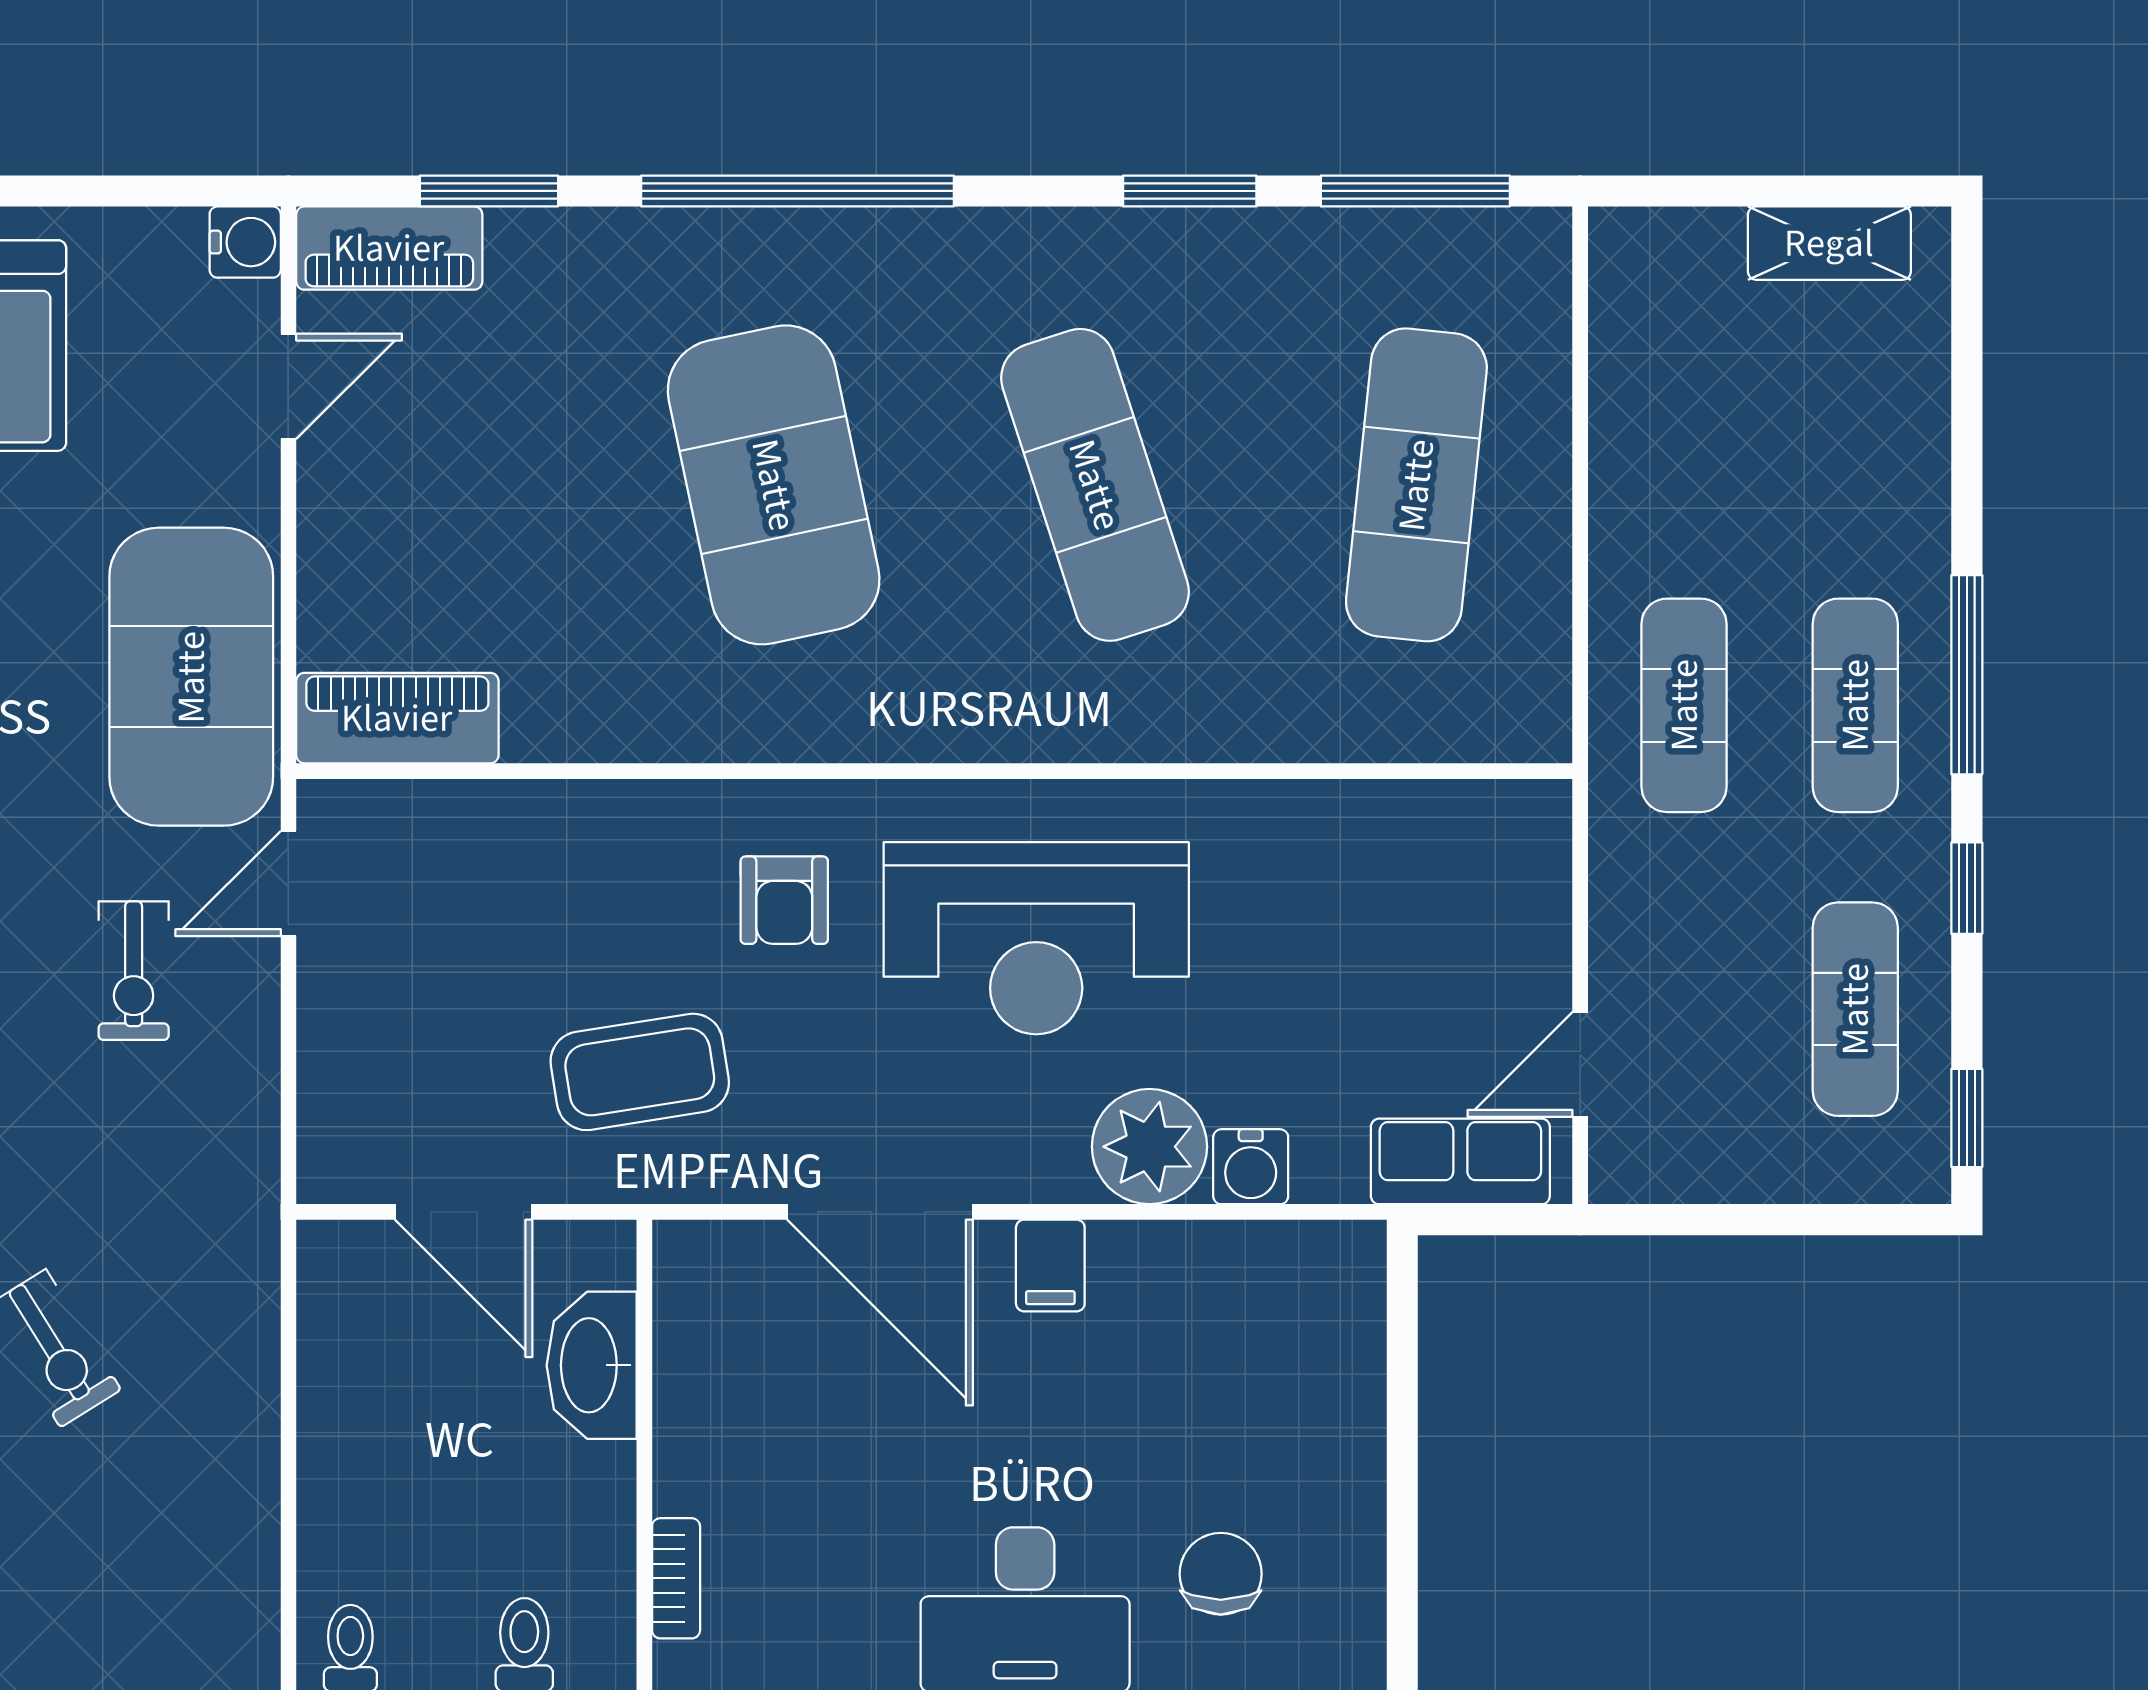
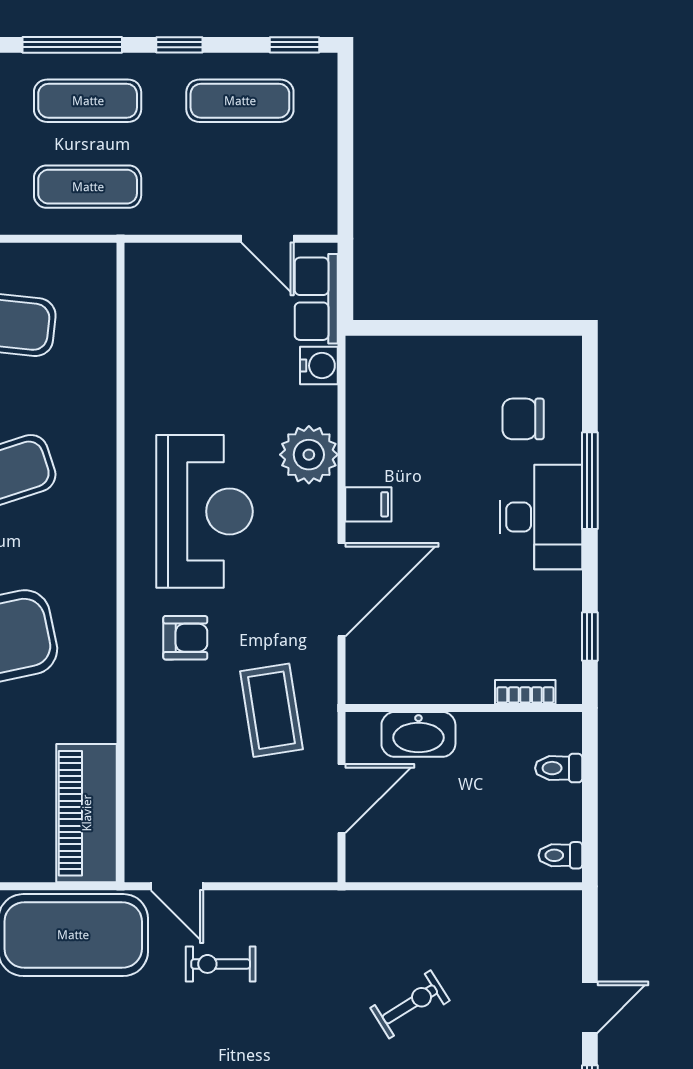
piano: (397, 718) -> (87, 813), width x1.37, depth x1.33
exercise bike: (134, 971) -> (221, 964), turned 180
water cooler: (1251, 1167) -> (319, 366), moved

